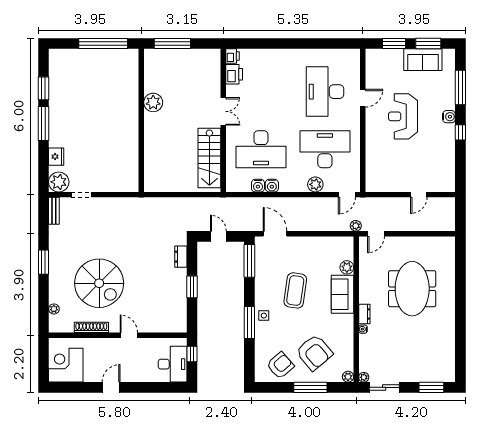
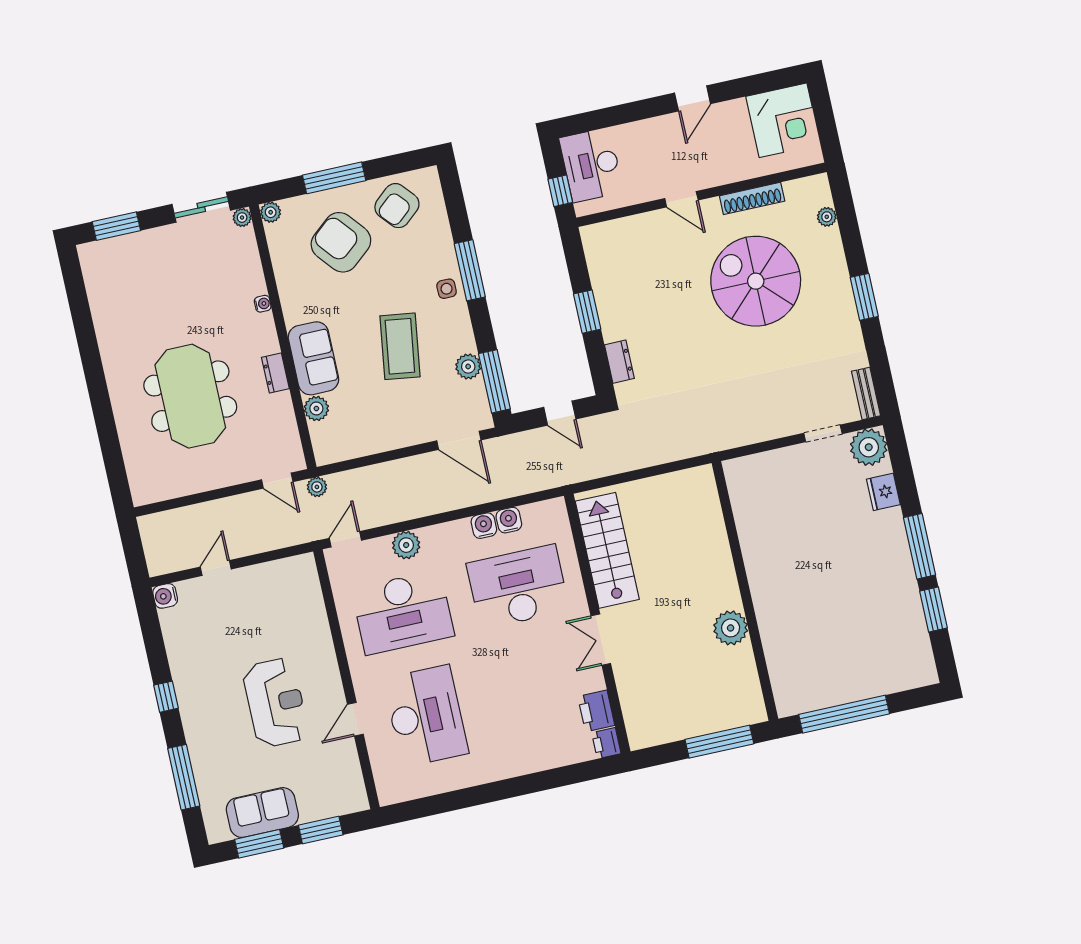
water cooler: (449, 117) -> (165, 596), moved
door: (376, 234) -> (277, 481), swing flipped
plant: (261, 272) -> (468, 366), added
dresser: (364, 314) -> (275, 373), moved

